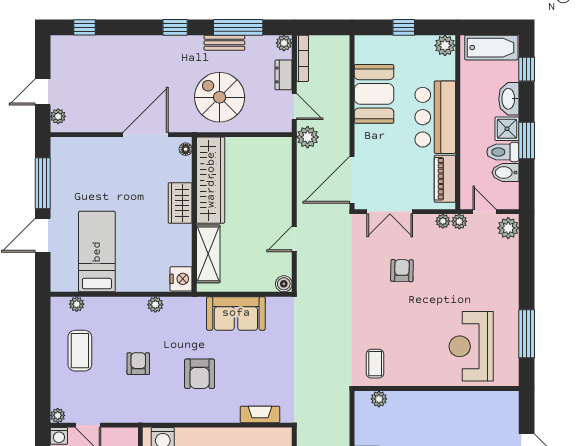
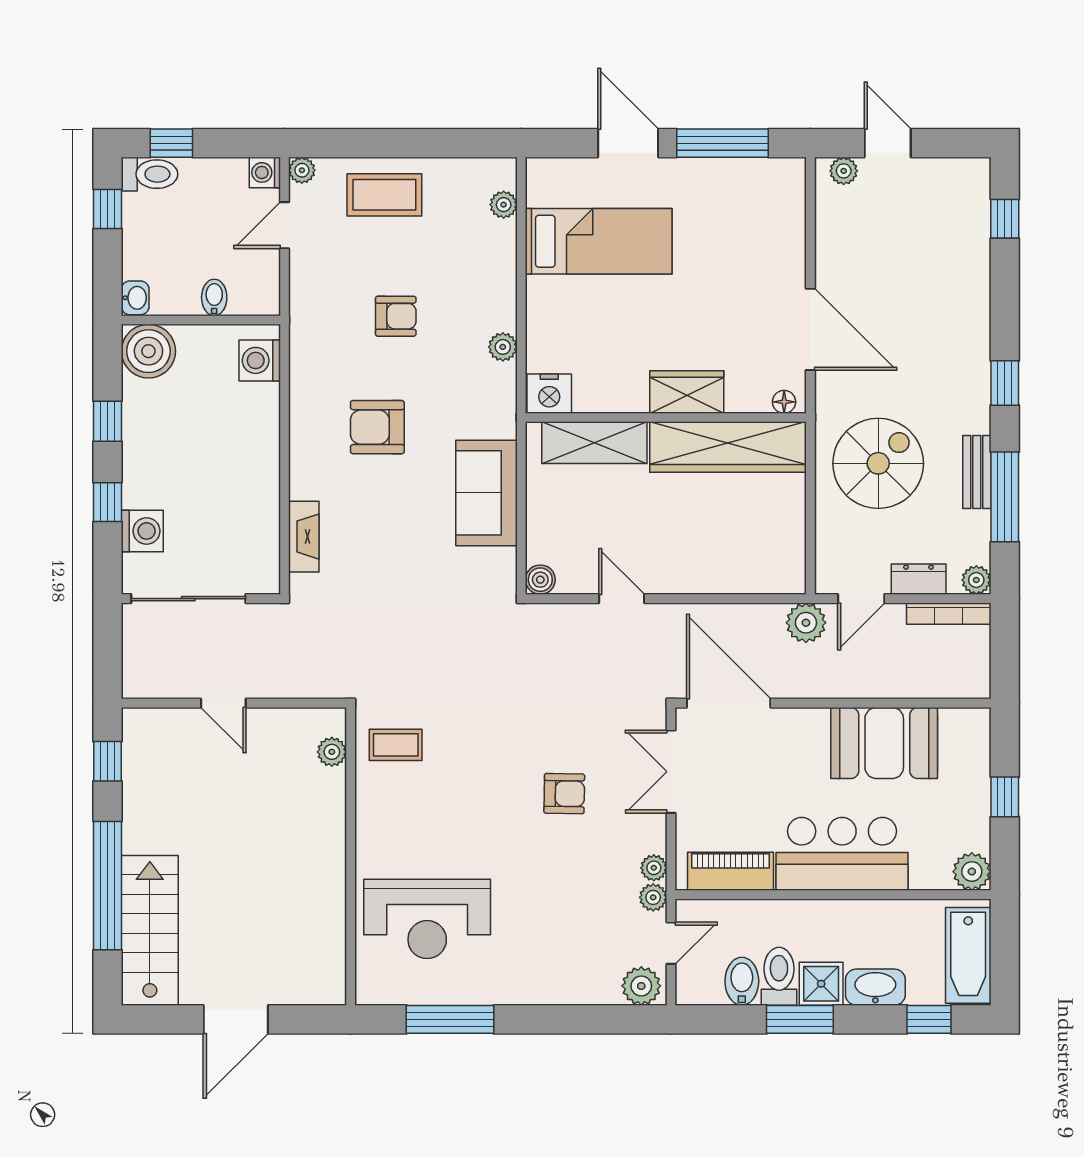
reception desk: (471, 346) -> (427, 919), turned 180
coffee table: (80, 351) -> (384, 195), moved

